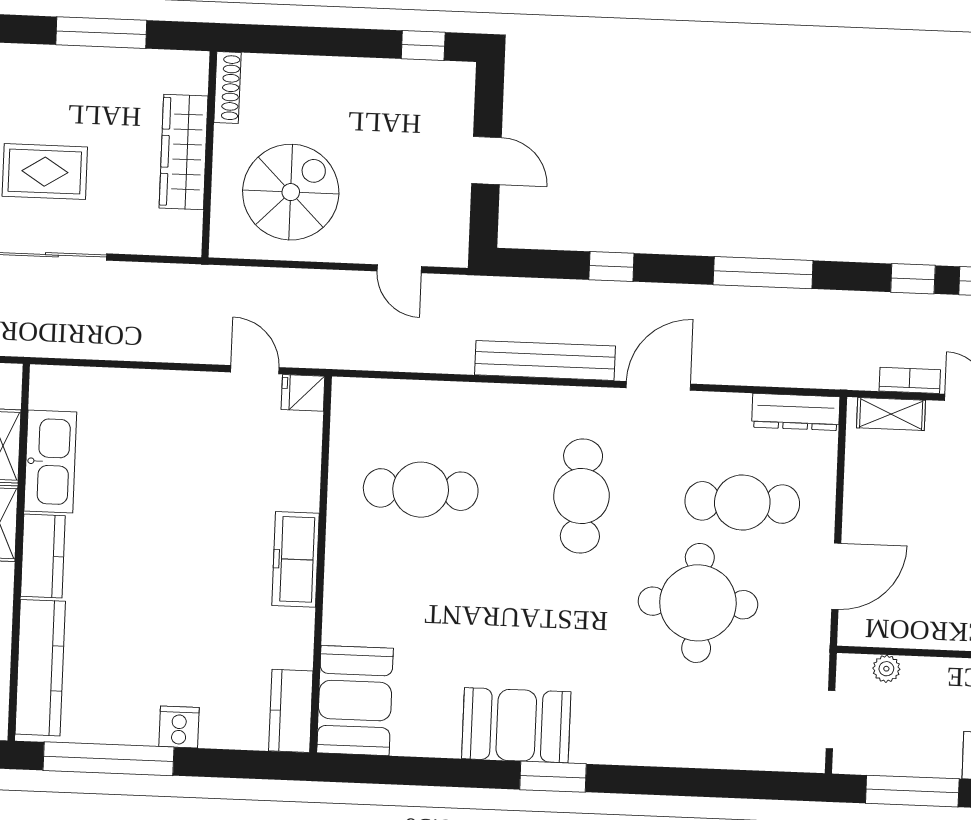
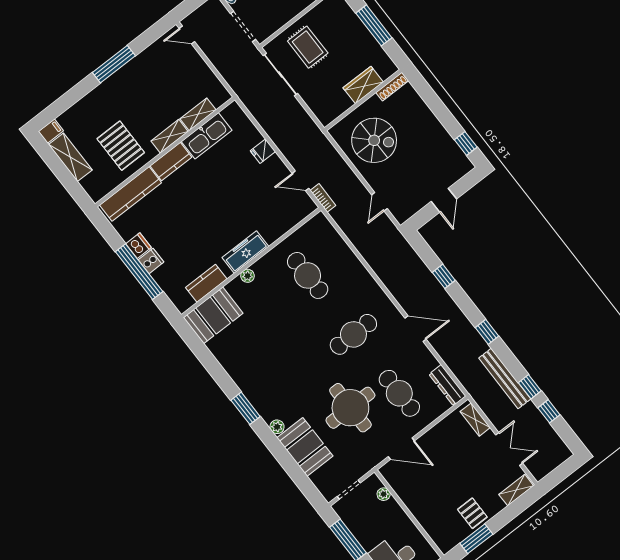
wardrobe: (184, 152) -> (363, 85), width x0.67
window: (763, 273) -> (487, 332), width x0.46
bench: (545, 360) -> (505, 378), moved
door: (255, 370) -> (300, 181), swing flipped
bookcase: (910, 380) -> (323, 198), moved
fridge: (303, 393) -> (263, 151), moved, turned -90
plant: (338, 589) -> (248, 276), added
kitchen counter: (291, 711) -> (206, 283), moved
booth: (516, 725) -> (305, 447), moved
dishwasher: (136, 726) -> (138, 246), added
plant: (627, 750) -> (277, 427), added
window: (109, 759) -> (139, 272), moved

